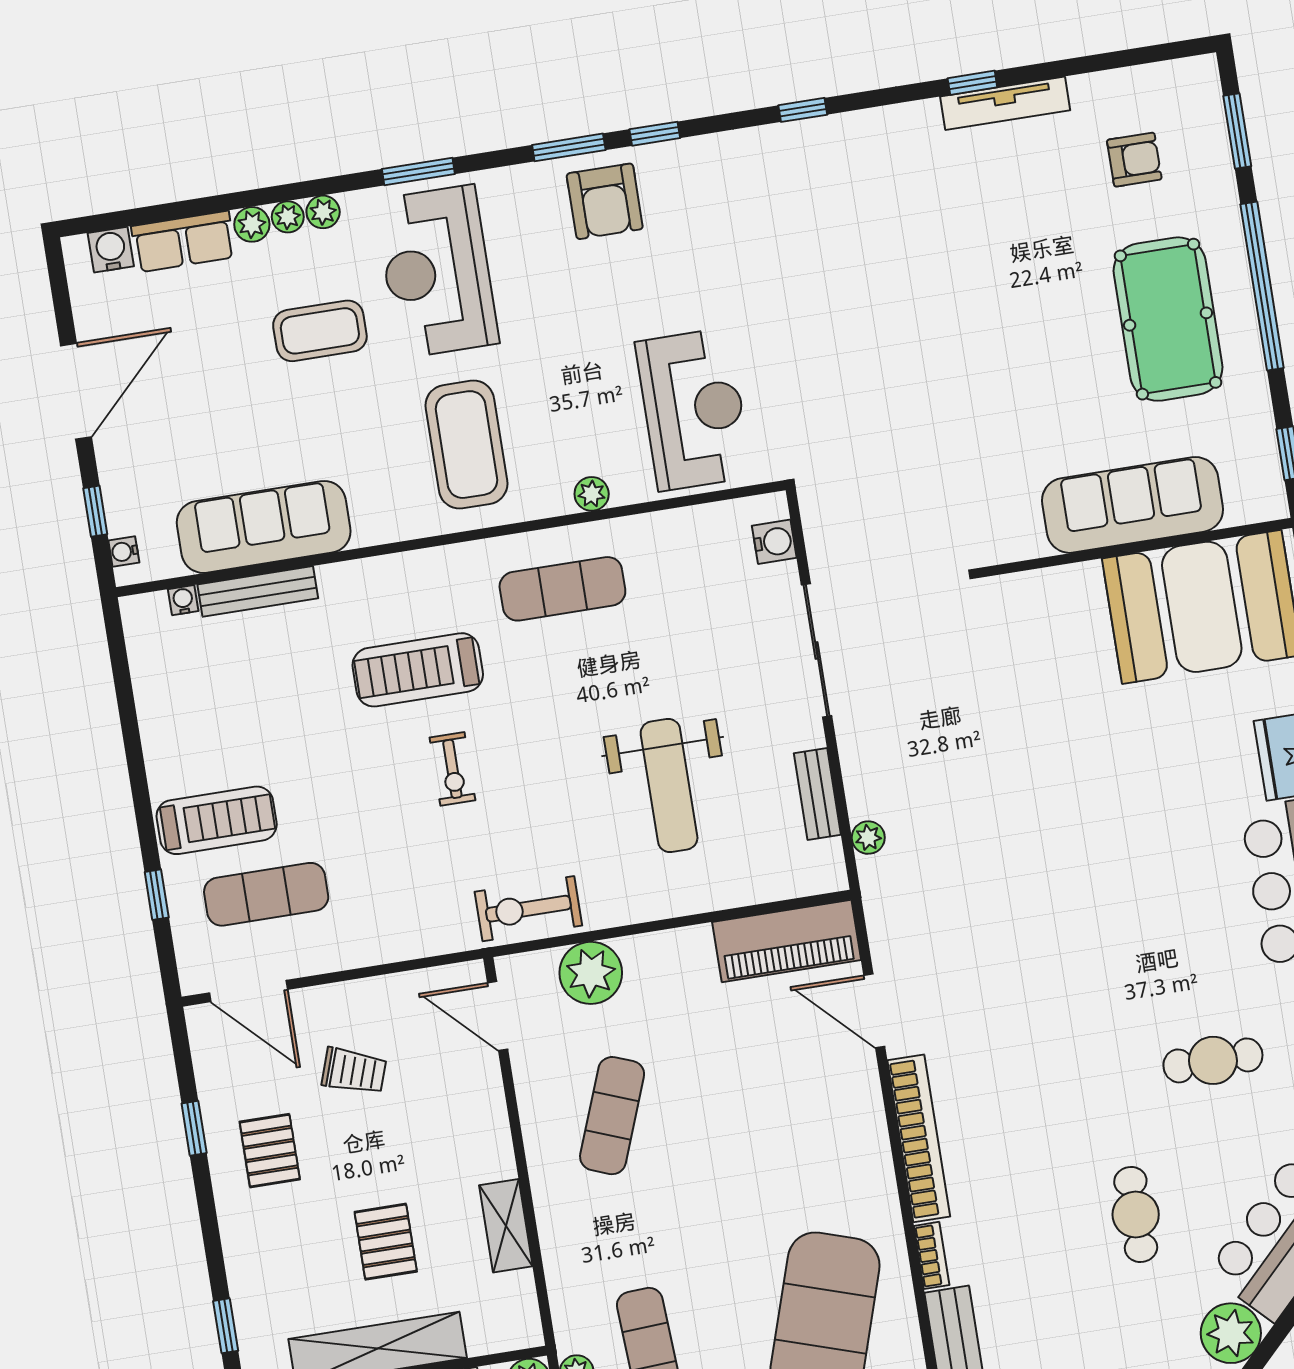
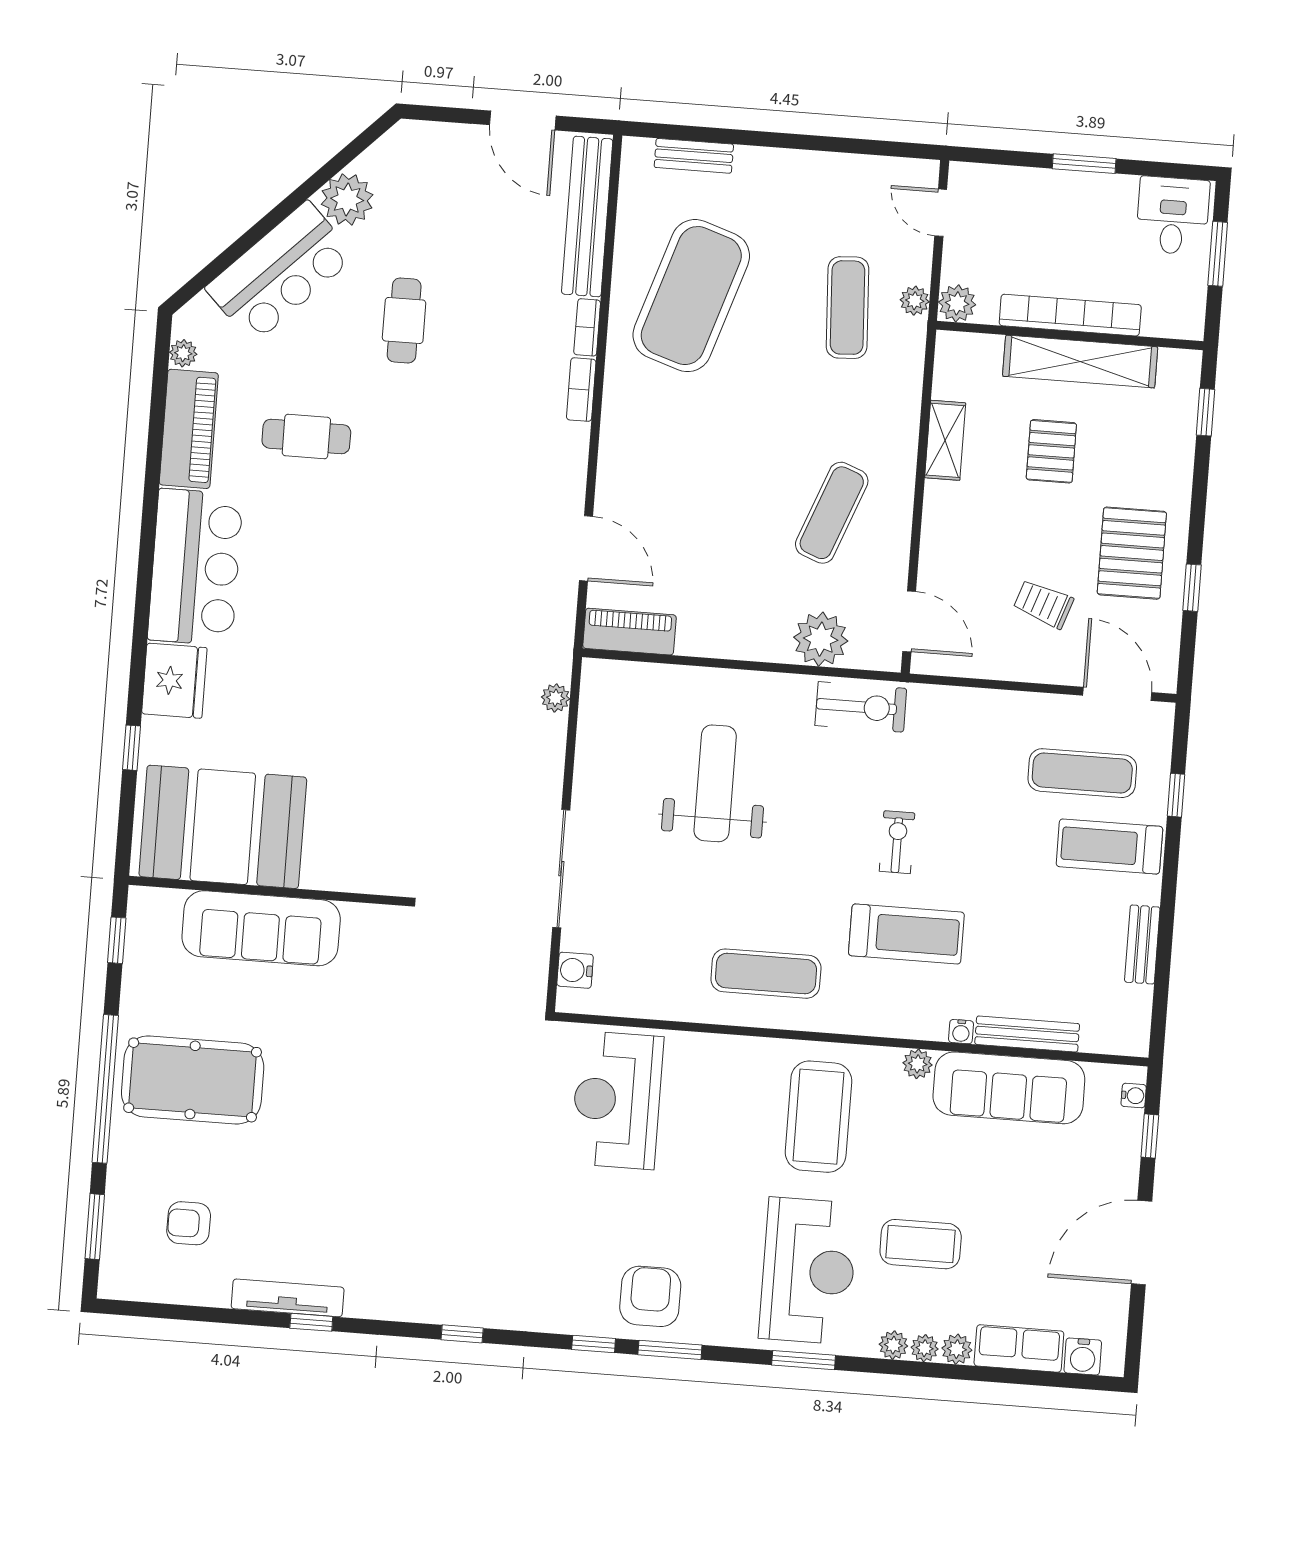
pool table: (1168, 319) -> (193, 1080), turned 90
plant: (592, 494) -> (918, 1064), moved
water cooler: (183, 600) -> (961, 1032), moved
bench: (817, 794) -> (1142, 945), moved
piano: (787, 941) -> (630, 632), width x0.73, depth x0.75
bookcase: (919, 1138) -> (581, 390), width x0.43, depth x0.76
pallet: (270, 1151) -> (1132, 553), width x1.50, depth x1.42

